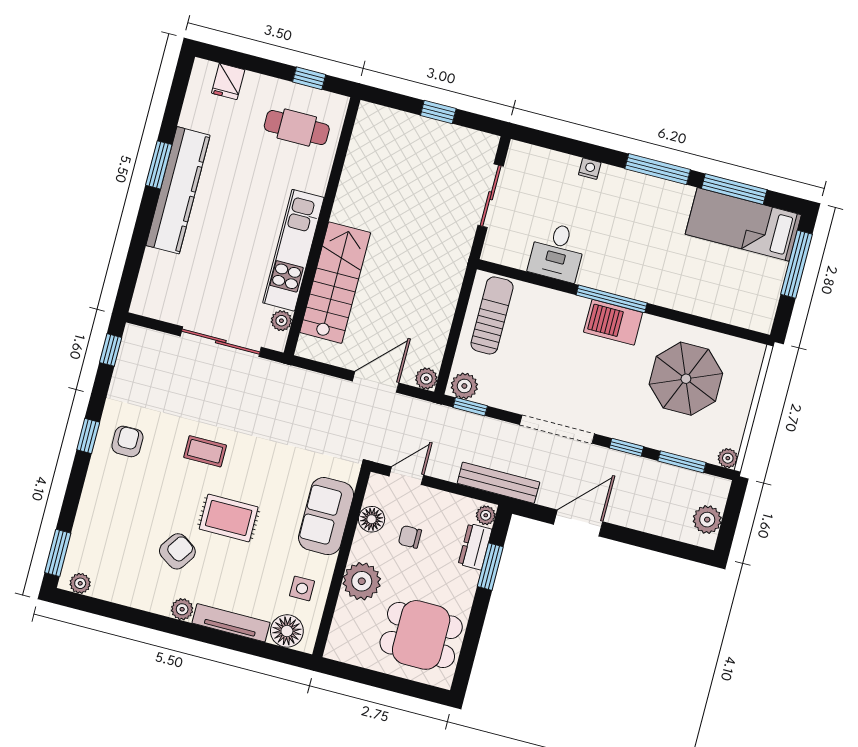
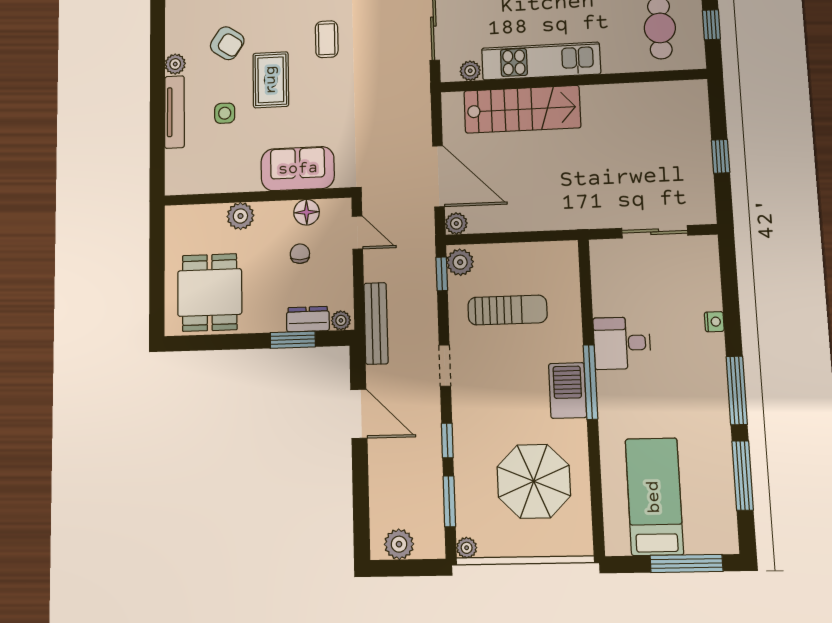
bed: (743, 224) -> (654, 497), moved
desk: (557, 252) -> (622, 343), moved
sun lounger: (492, 315) -> (507, 310), moved
door: (376, 382) -> (439, 176), width x1.36
doorway: (557, 429) -> (445, 366), width x0.53
plant: (362, 581) -> (240, 216), width x0.73, depth x0.73
side table: (302, 588) -> (225, 113), moved
floor lamp: (287, 631) -> (180, 165), removed

